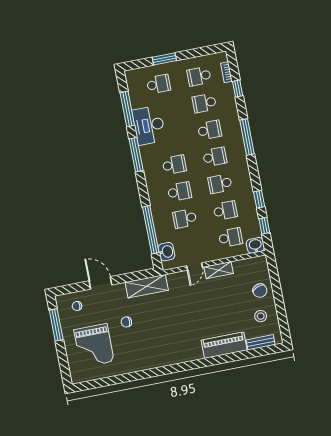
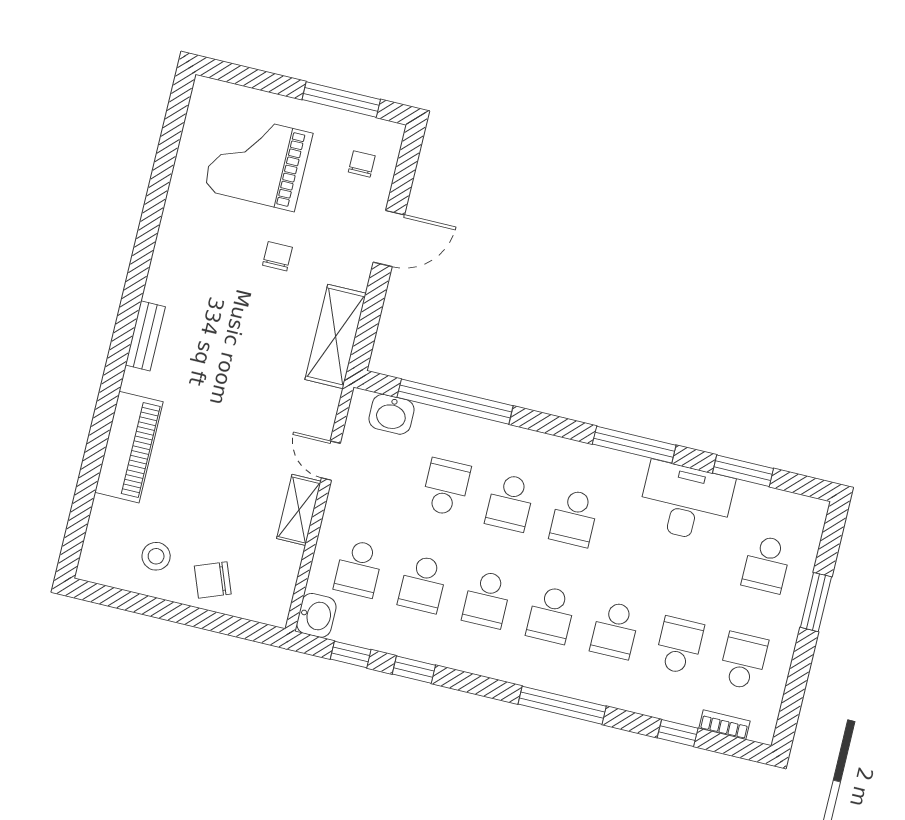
window: (127, 109) -> (743, 471), width x0.69
school desk: (220, 184) -> (487, 599), turned 180
bench: (261, 342) -> (145, 336), moved

